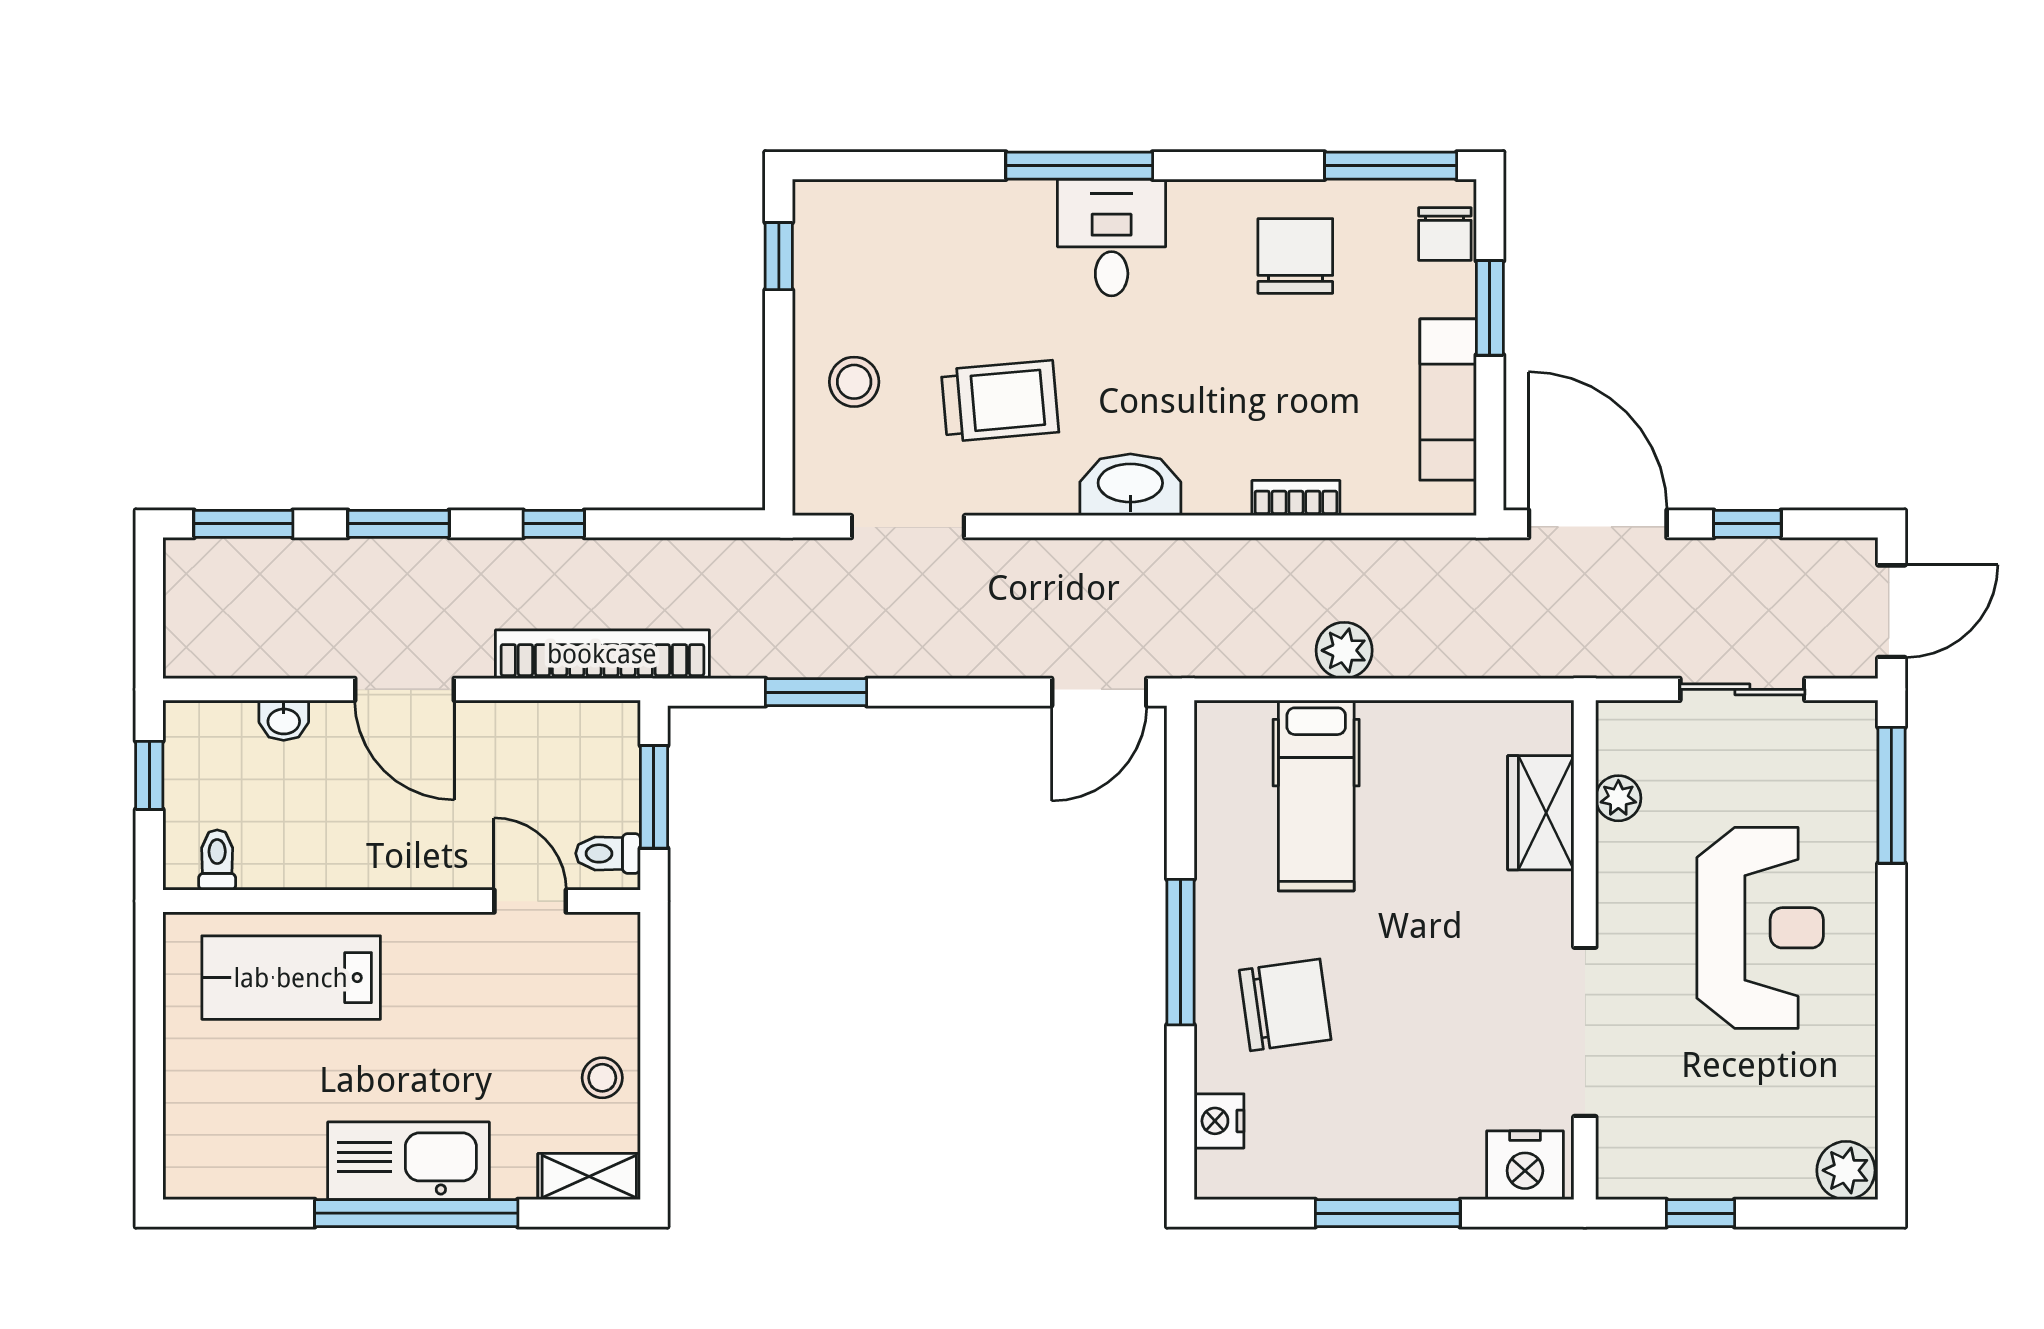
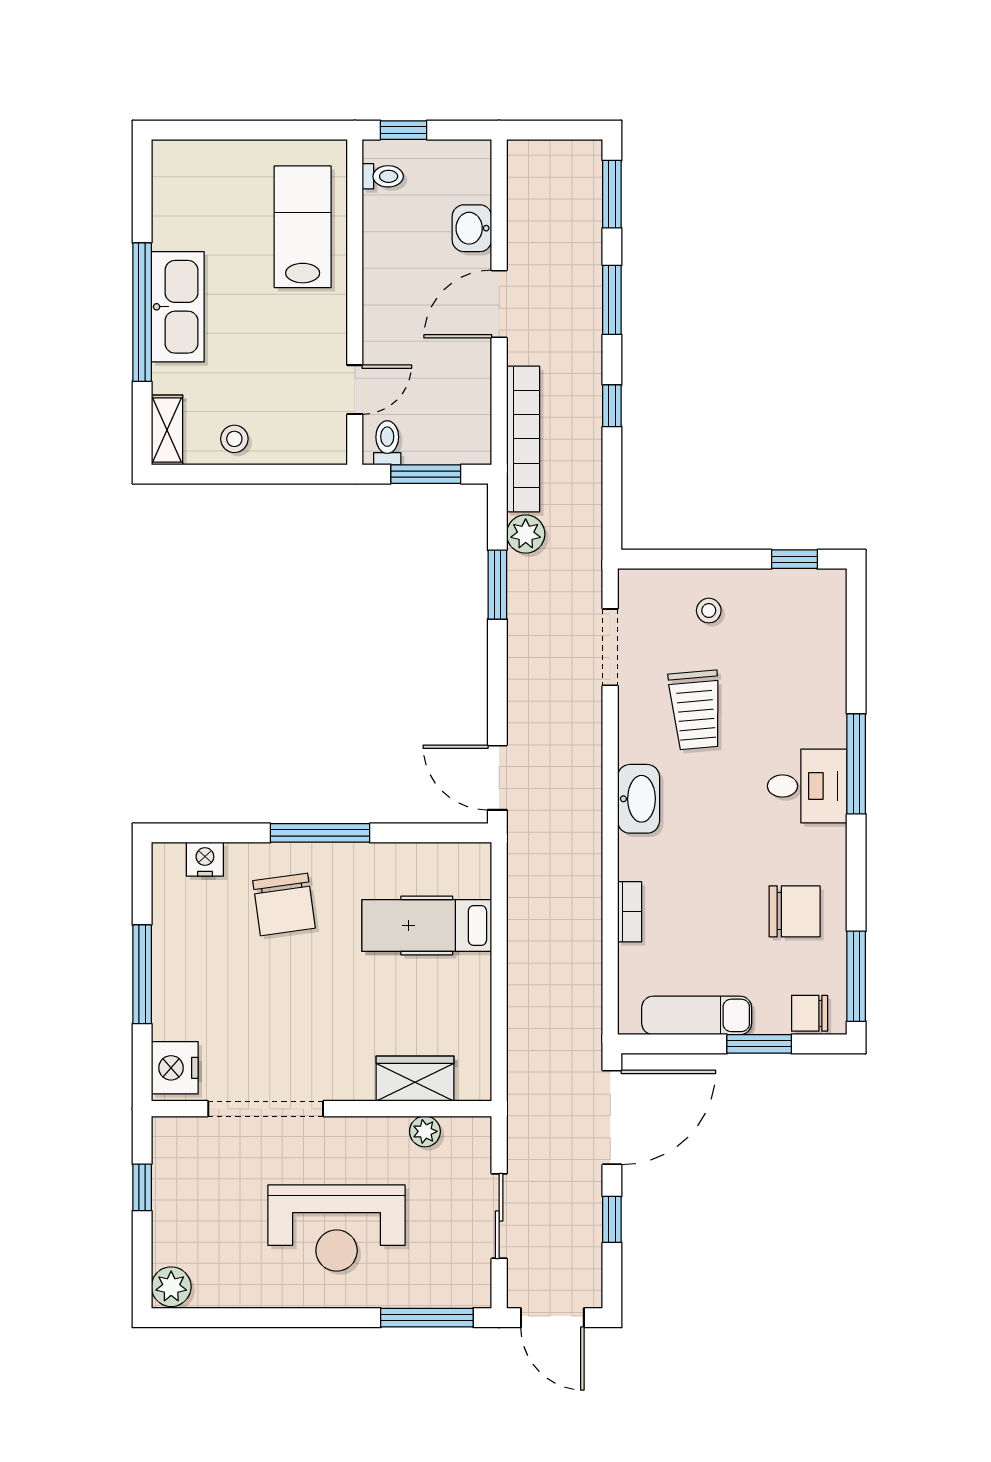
stool: (854, 382) -> (709, 611), width x0.73, depth x0.73
plant: (1344, 650) -> (526, 534), moved
washbasin: (284, 720) -> (472, 228), width x1.38, depth x1.45
window: (149, 775) -> (404, 130), moved

